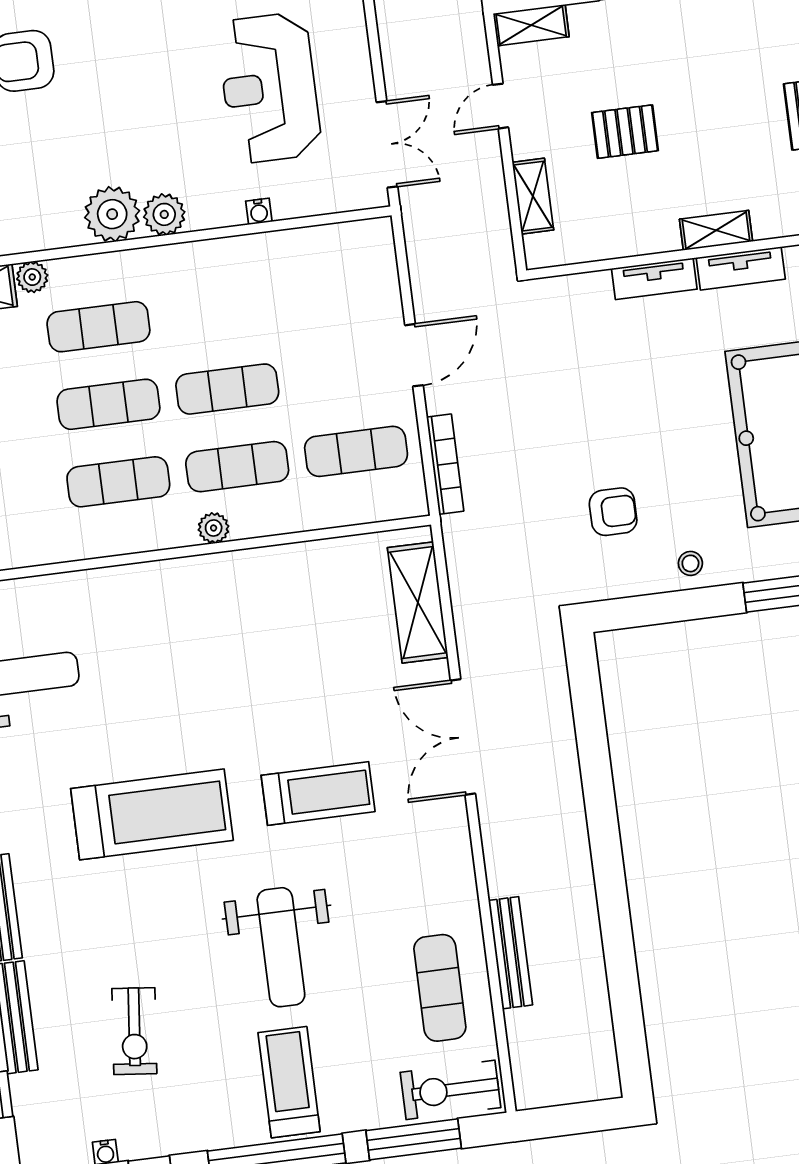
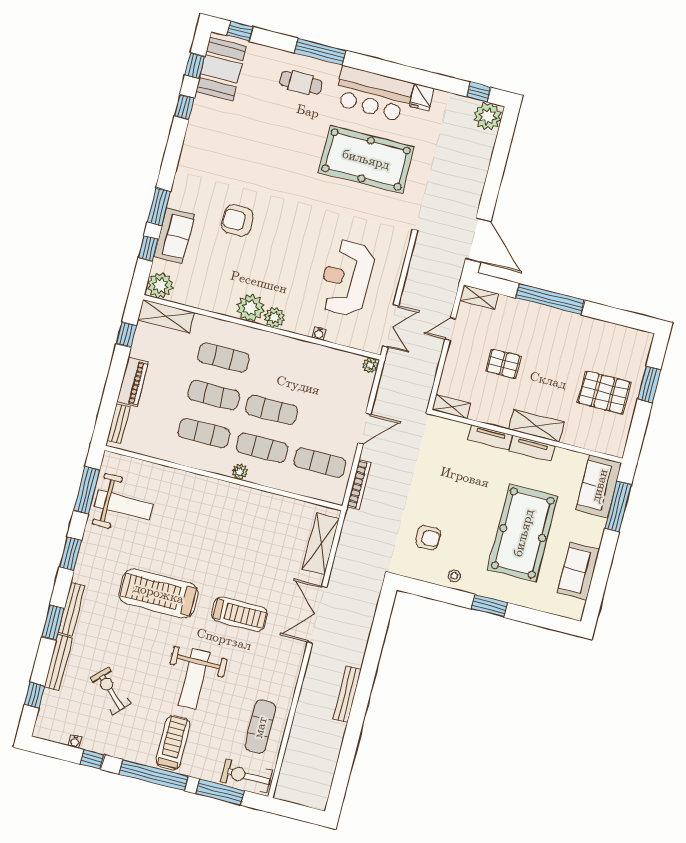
shelving: (533, 196) -> (451, 406), moved, turned 90
shelving: (716, 230) -> (536, 426), width x1.50, depth x1.33
plant: (32, 277) -> (370, 365), moved
treadmill: (152, 814) -> (159, 593), turned 180
bench: (510, 953) -> (347, 694), moved
exercise bike: (134, 1031) -> (111, 691), turned 128

